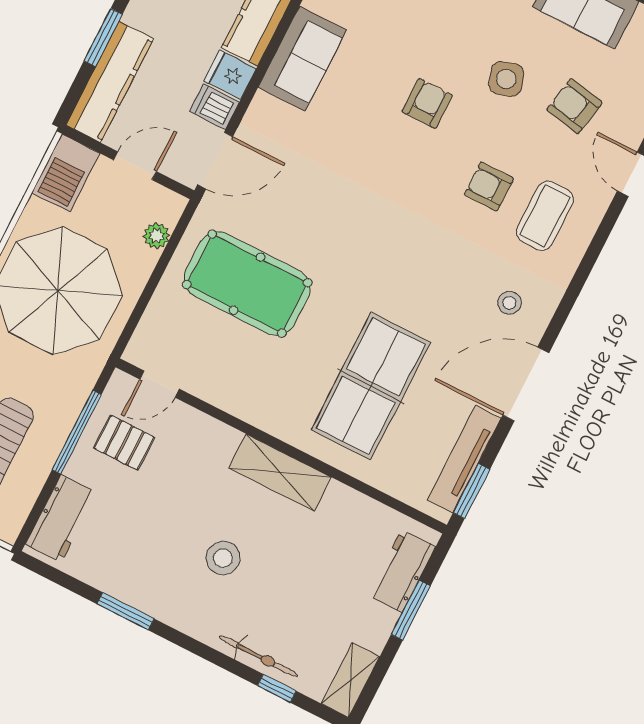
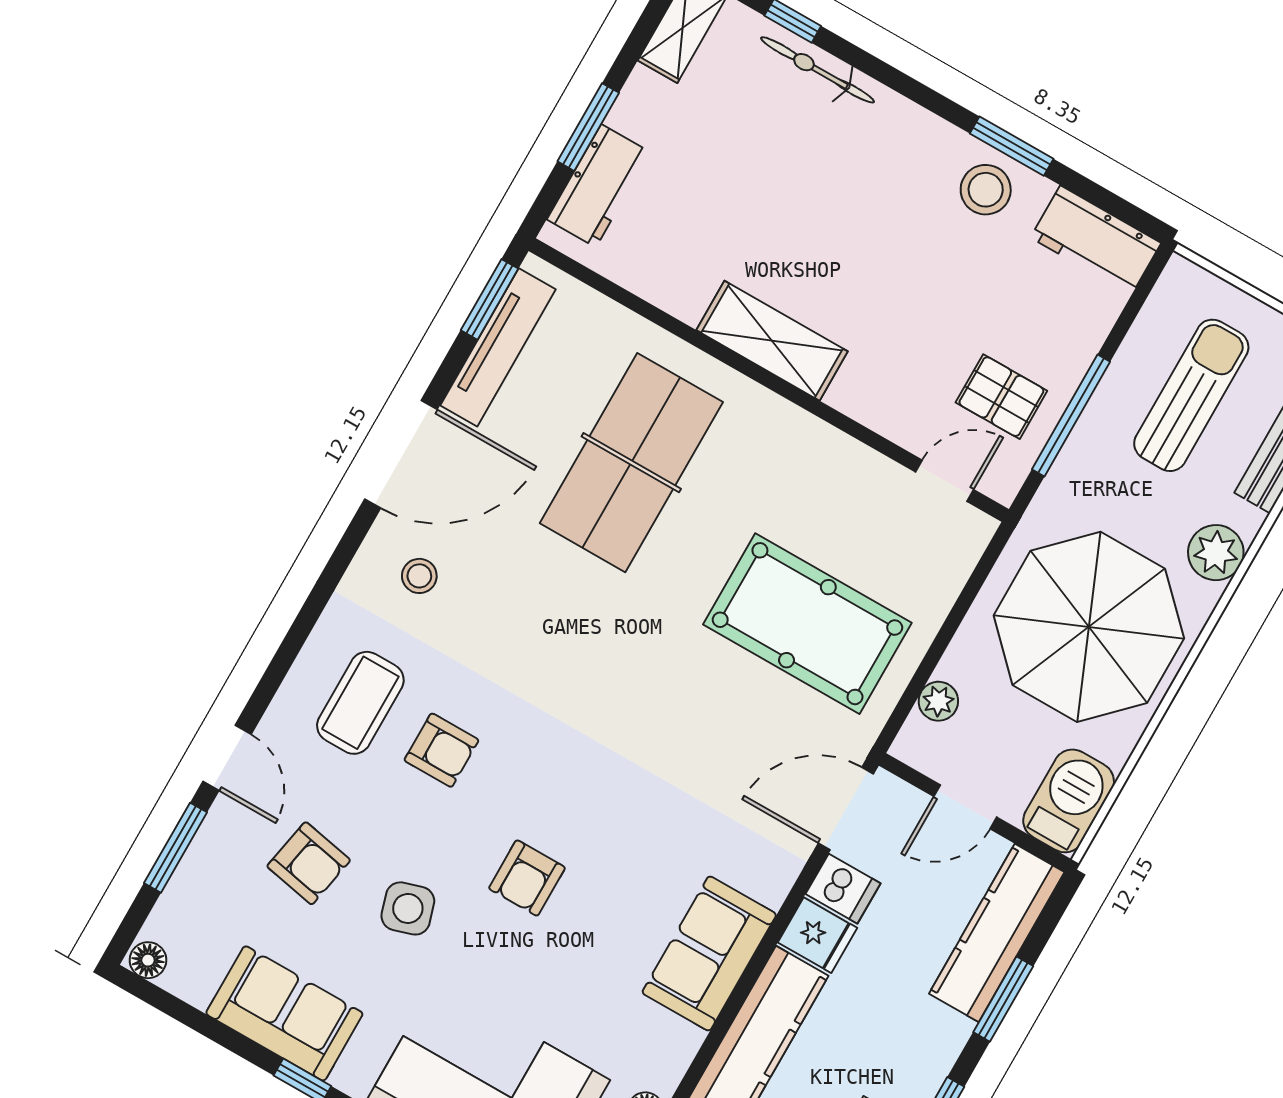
workbench: (61, 518) -> (1096, 240), moved, turned -90
stool: (223, 558) -> (986, 190), moved

